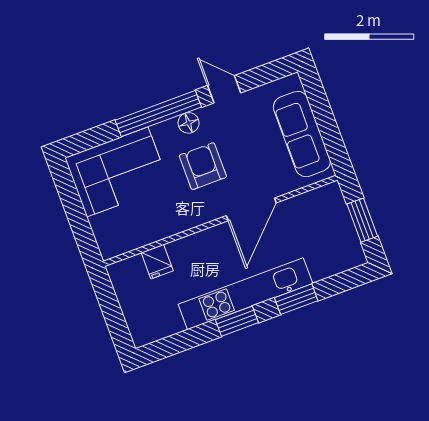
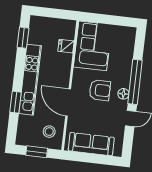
corner sofa: (117, 172) -> (93, 46), moved, turned 180
stool: (317, 216) -> (49, 132), added
window: (237, 321) -> (23, 38), moved

